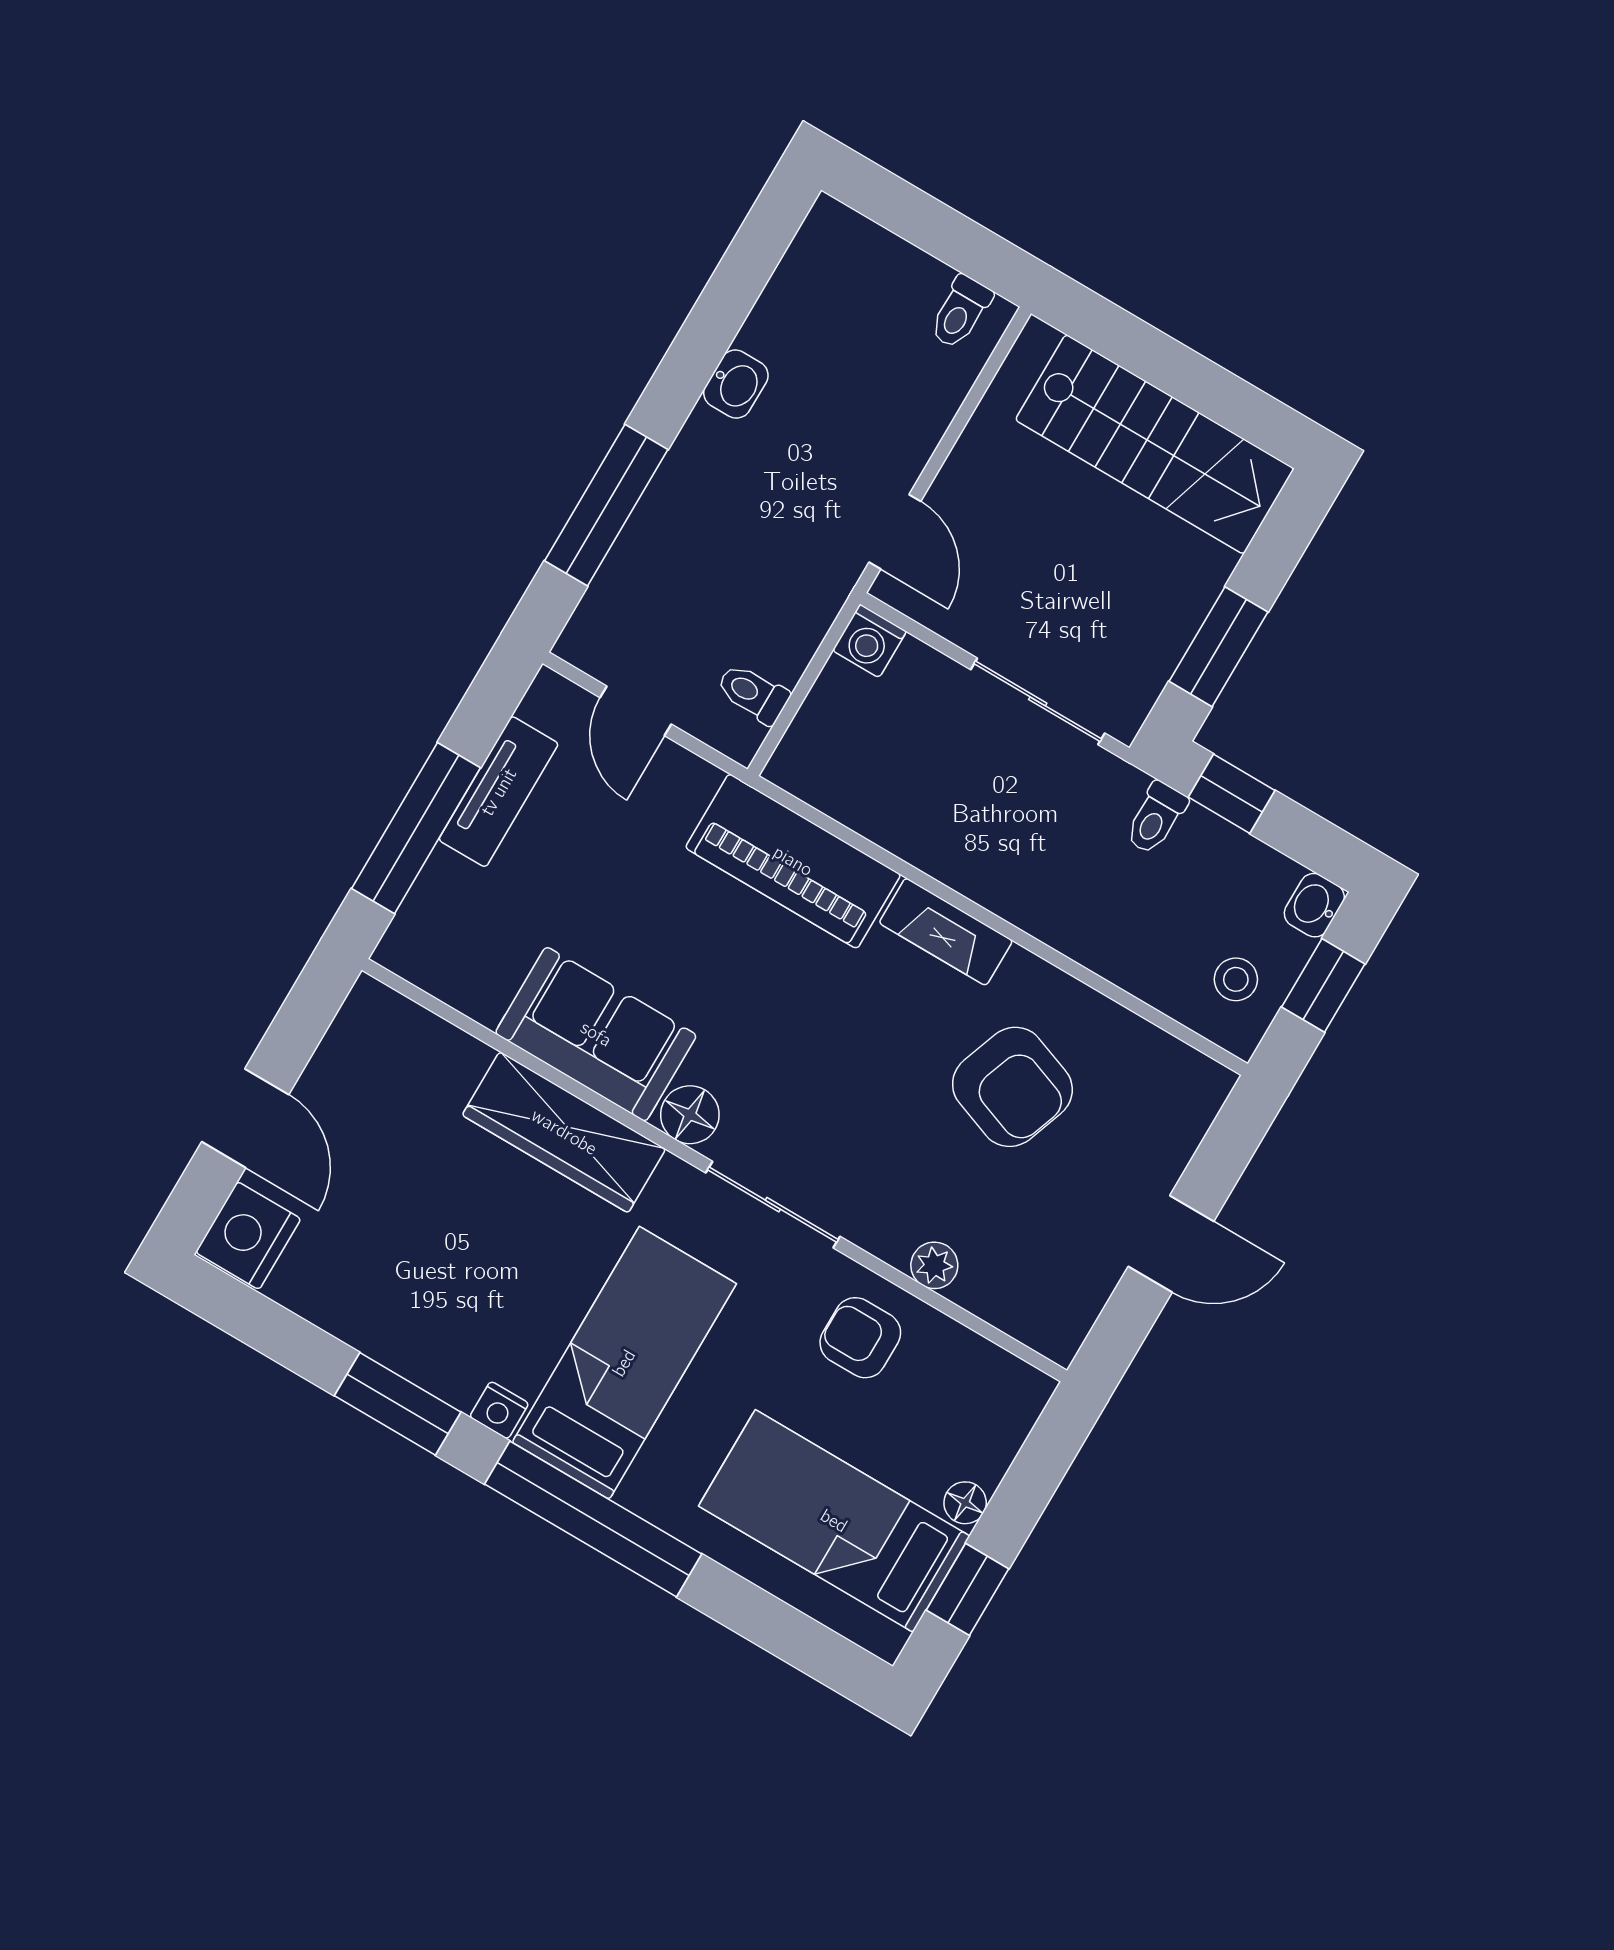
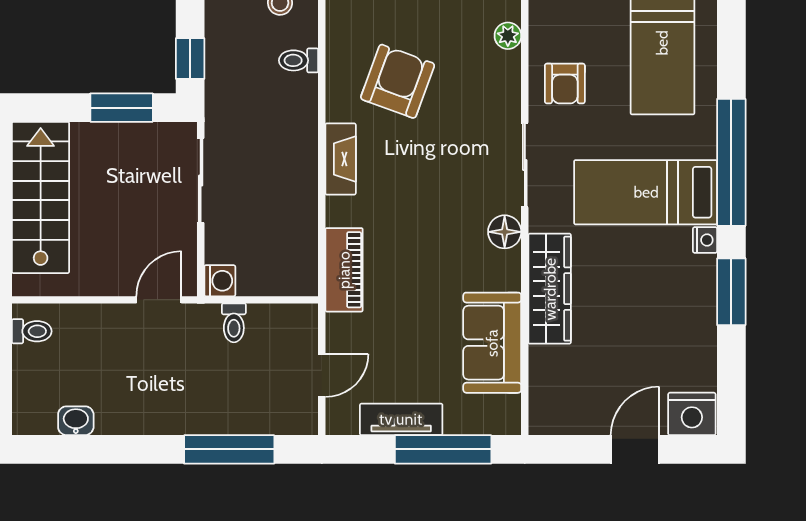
washbasin: (736, 384) -> (76, 421), moved
toilet: (753, 693) -> (234, 323), moved
toilet: (1156, 818) -> (299, 60), moved, turned 180
piano: (793, 861) -> (344, 270), width x0.73, depth x0.75
sofa: (596, 1034) -> (492, 343), moved
plant: (934, 1265) -> (508, 36), moved

